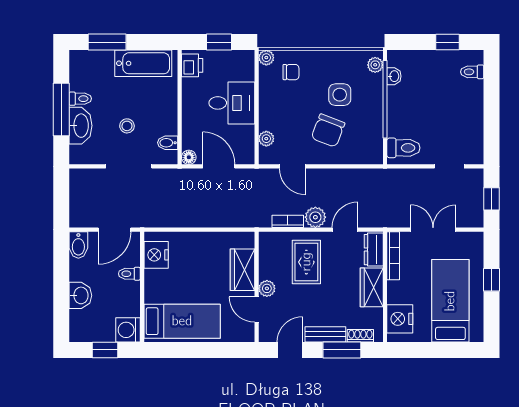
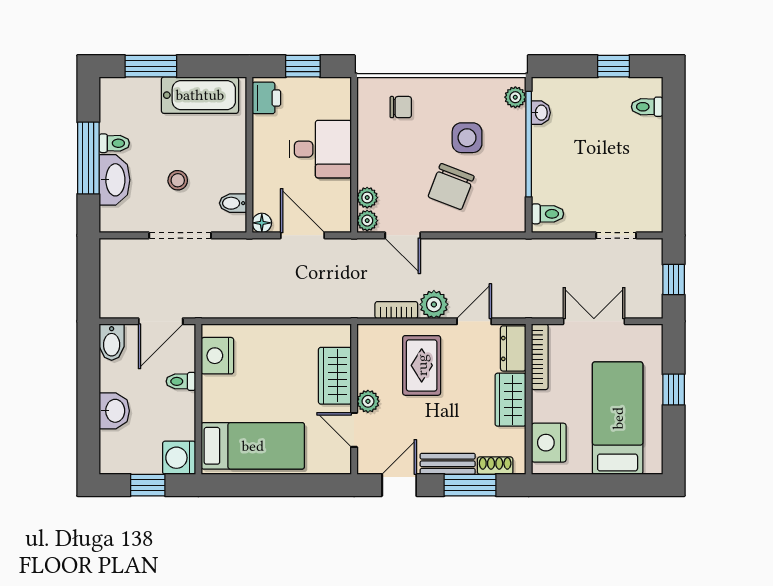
plant: (266, 58) -> (367, 221), moved
toilet: (403, 148) -> (547, 214), width x0.73, depth x0.72

